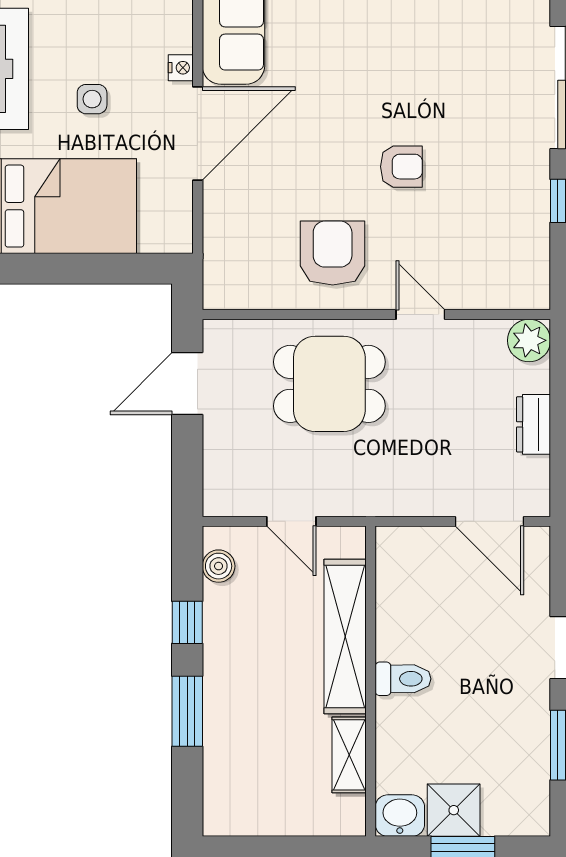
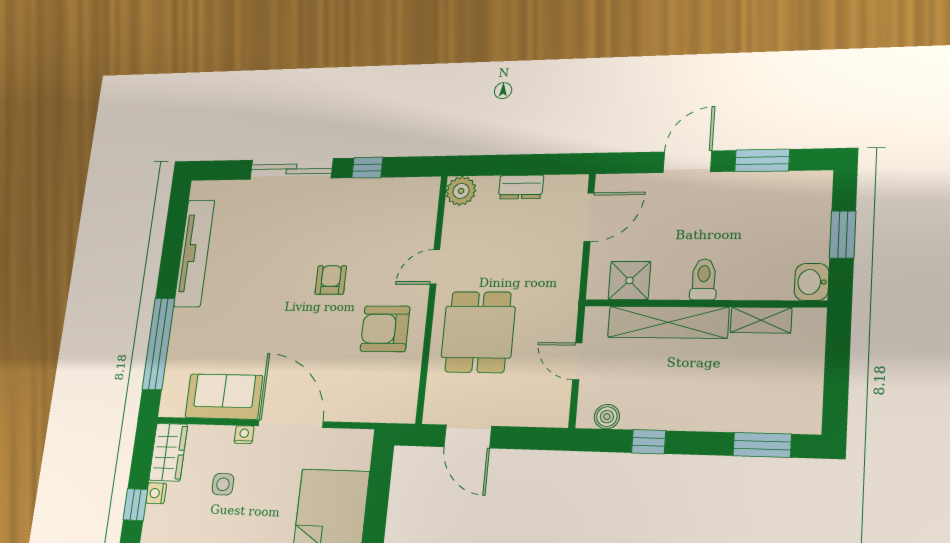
side table: (92, 99) -> (223, 484), moved
door: (291, 521) -> (577, 361), swing flipped
window: (187, 711) -> (762, 445), moved
shower: (454, 810) -> (629, 280), moved

